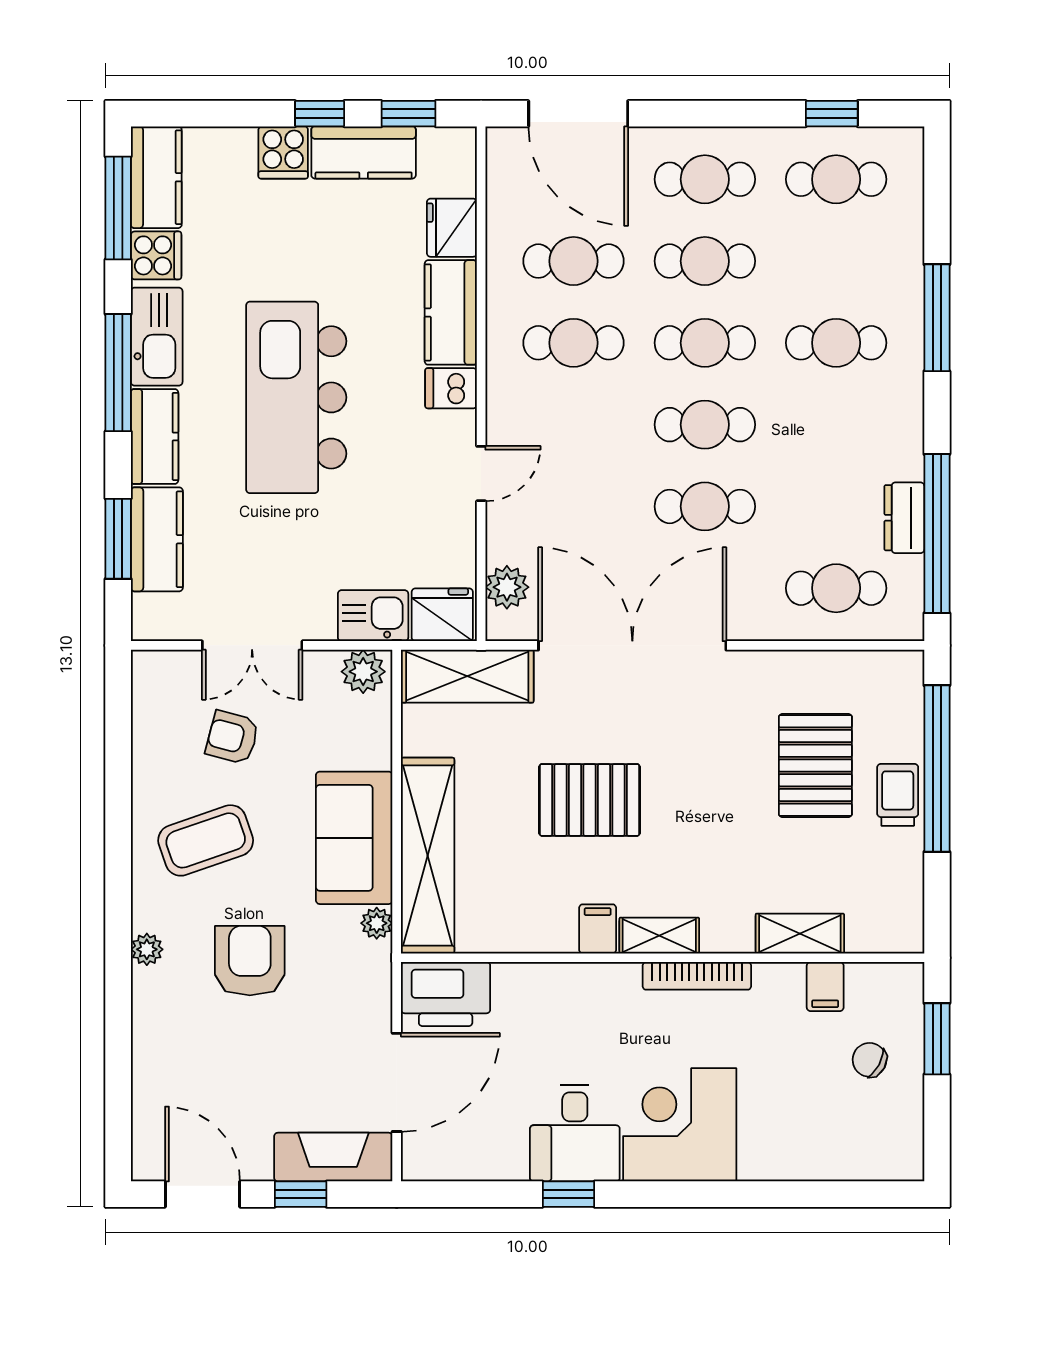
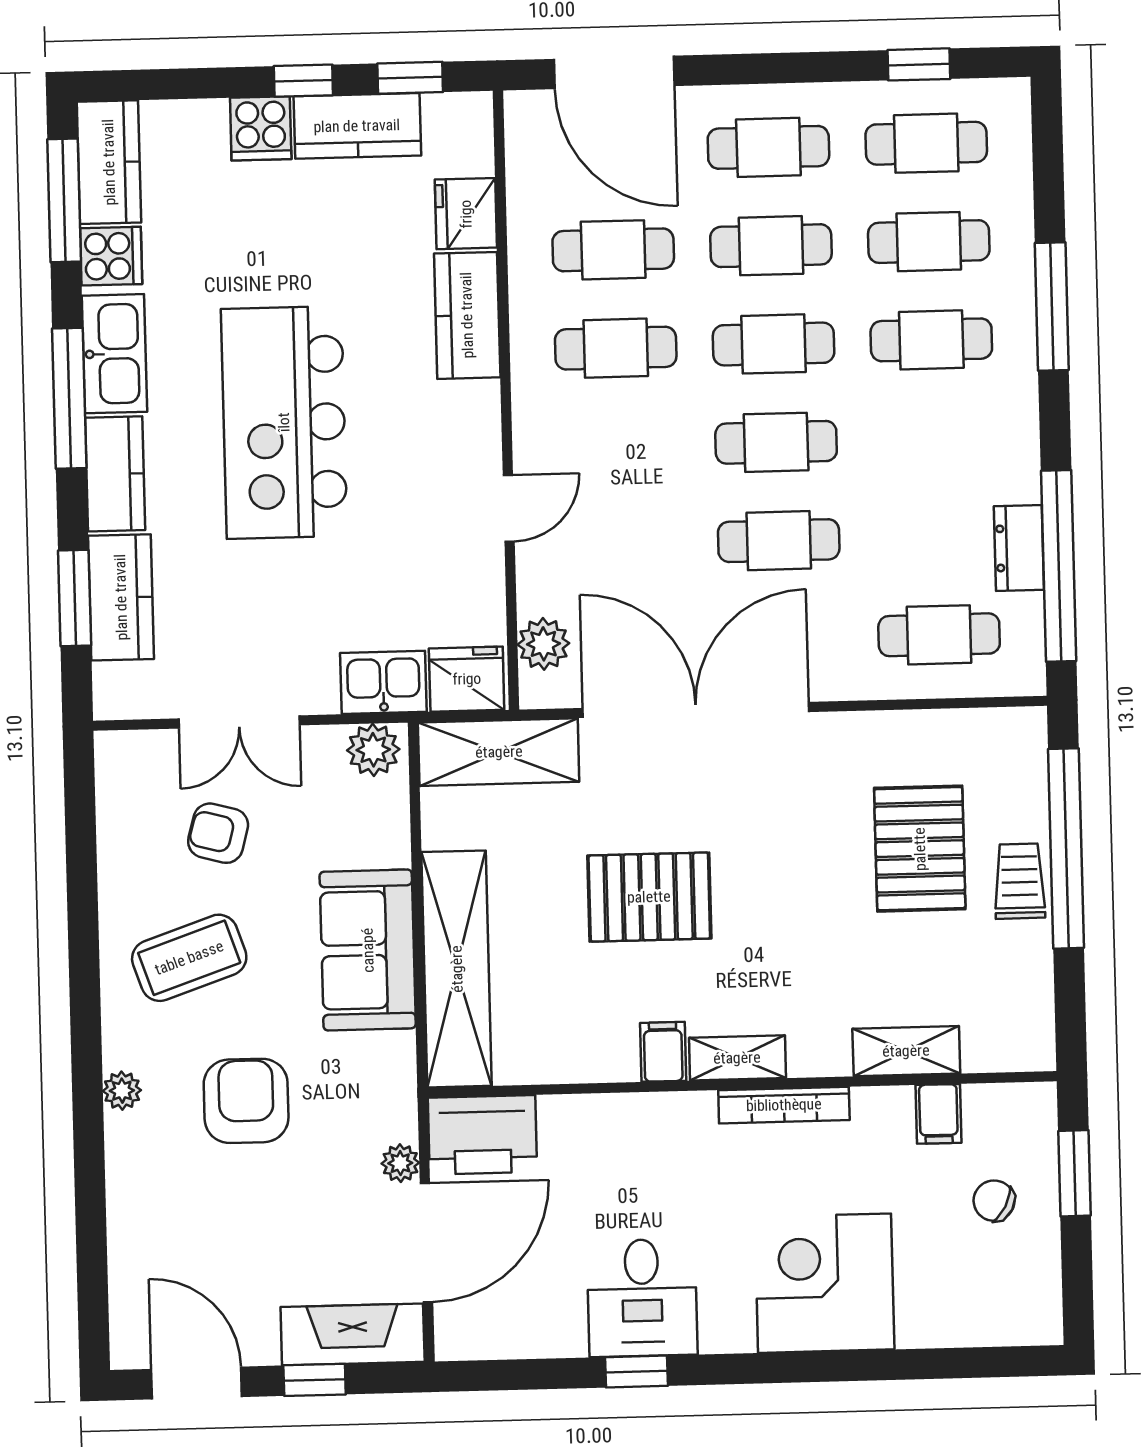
cafe table: (836, 261) -> (929, 242), added
dishwasher: (451, 388) -> (470, 407), removed
plant: (377, 923) -> (400, 1163), moved
corner desk: (680, 1125) -> (825, 1283), moved

